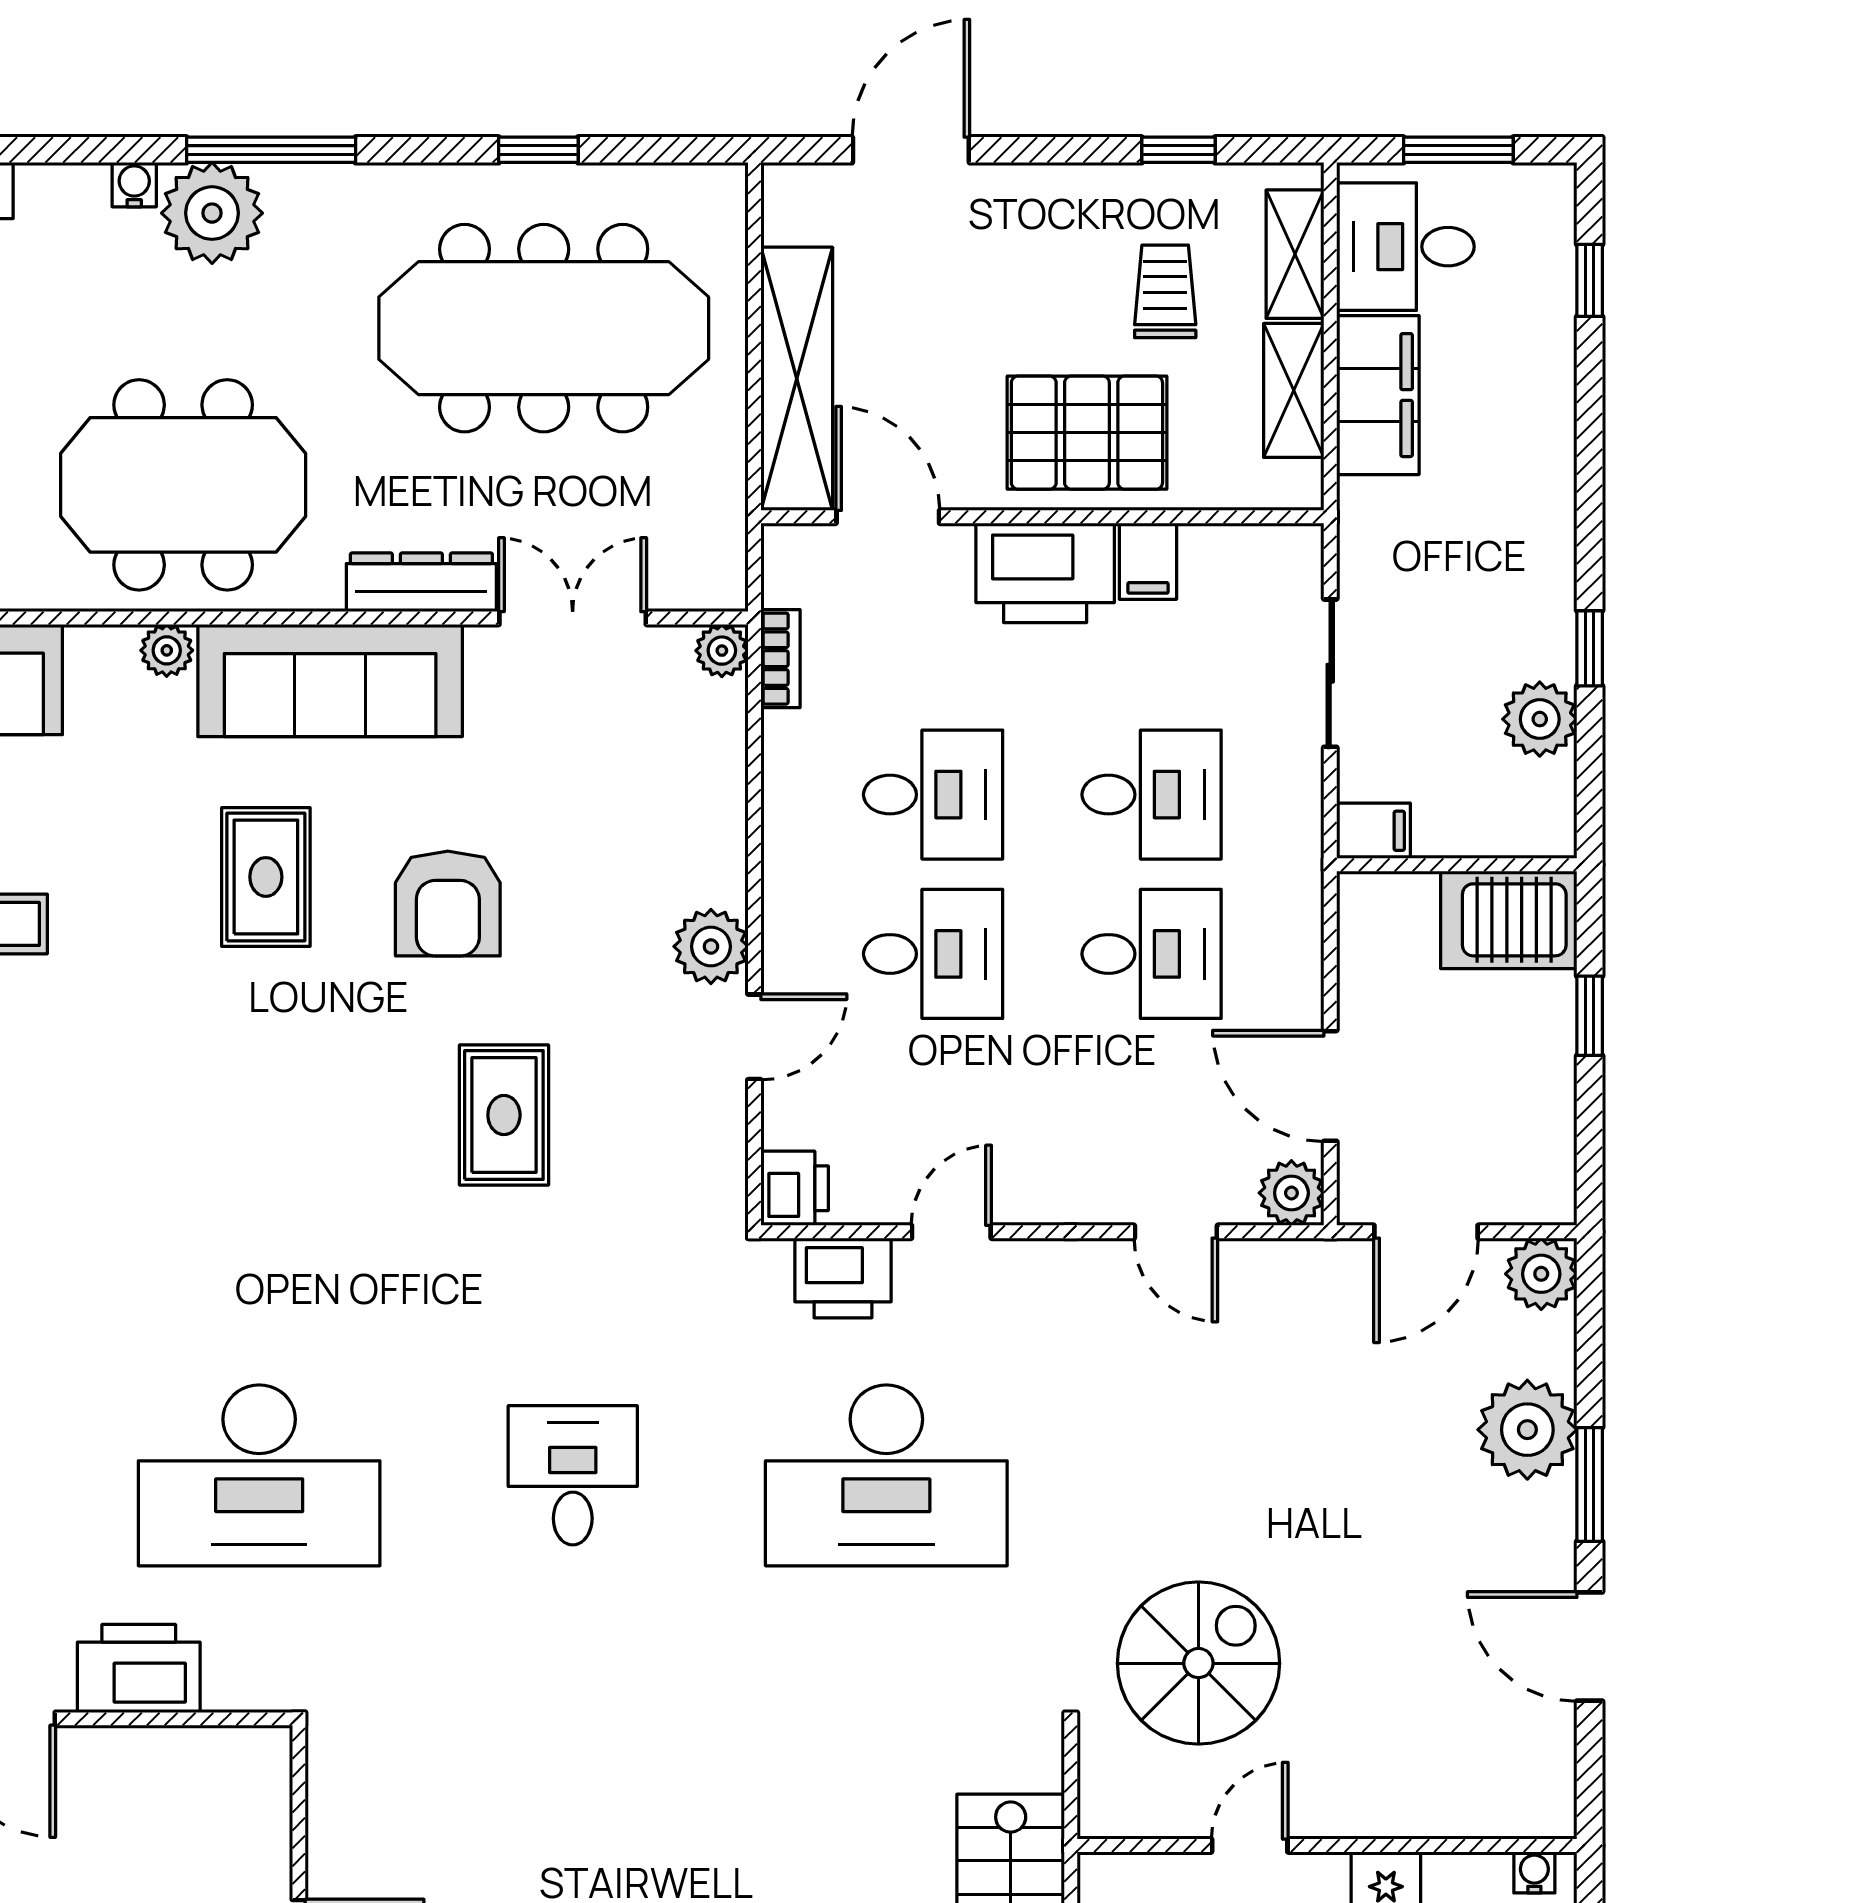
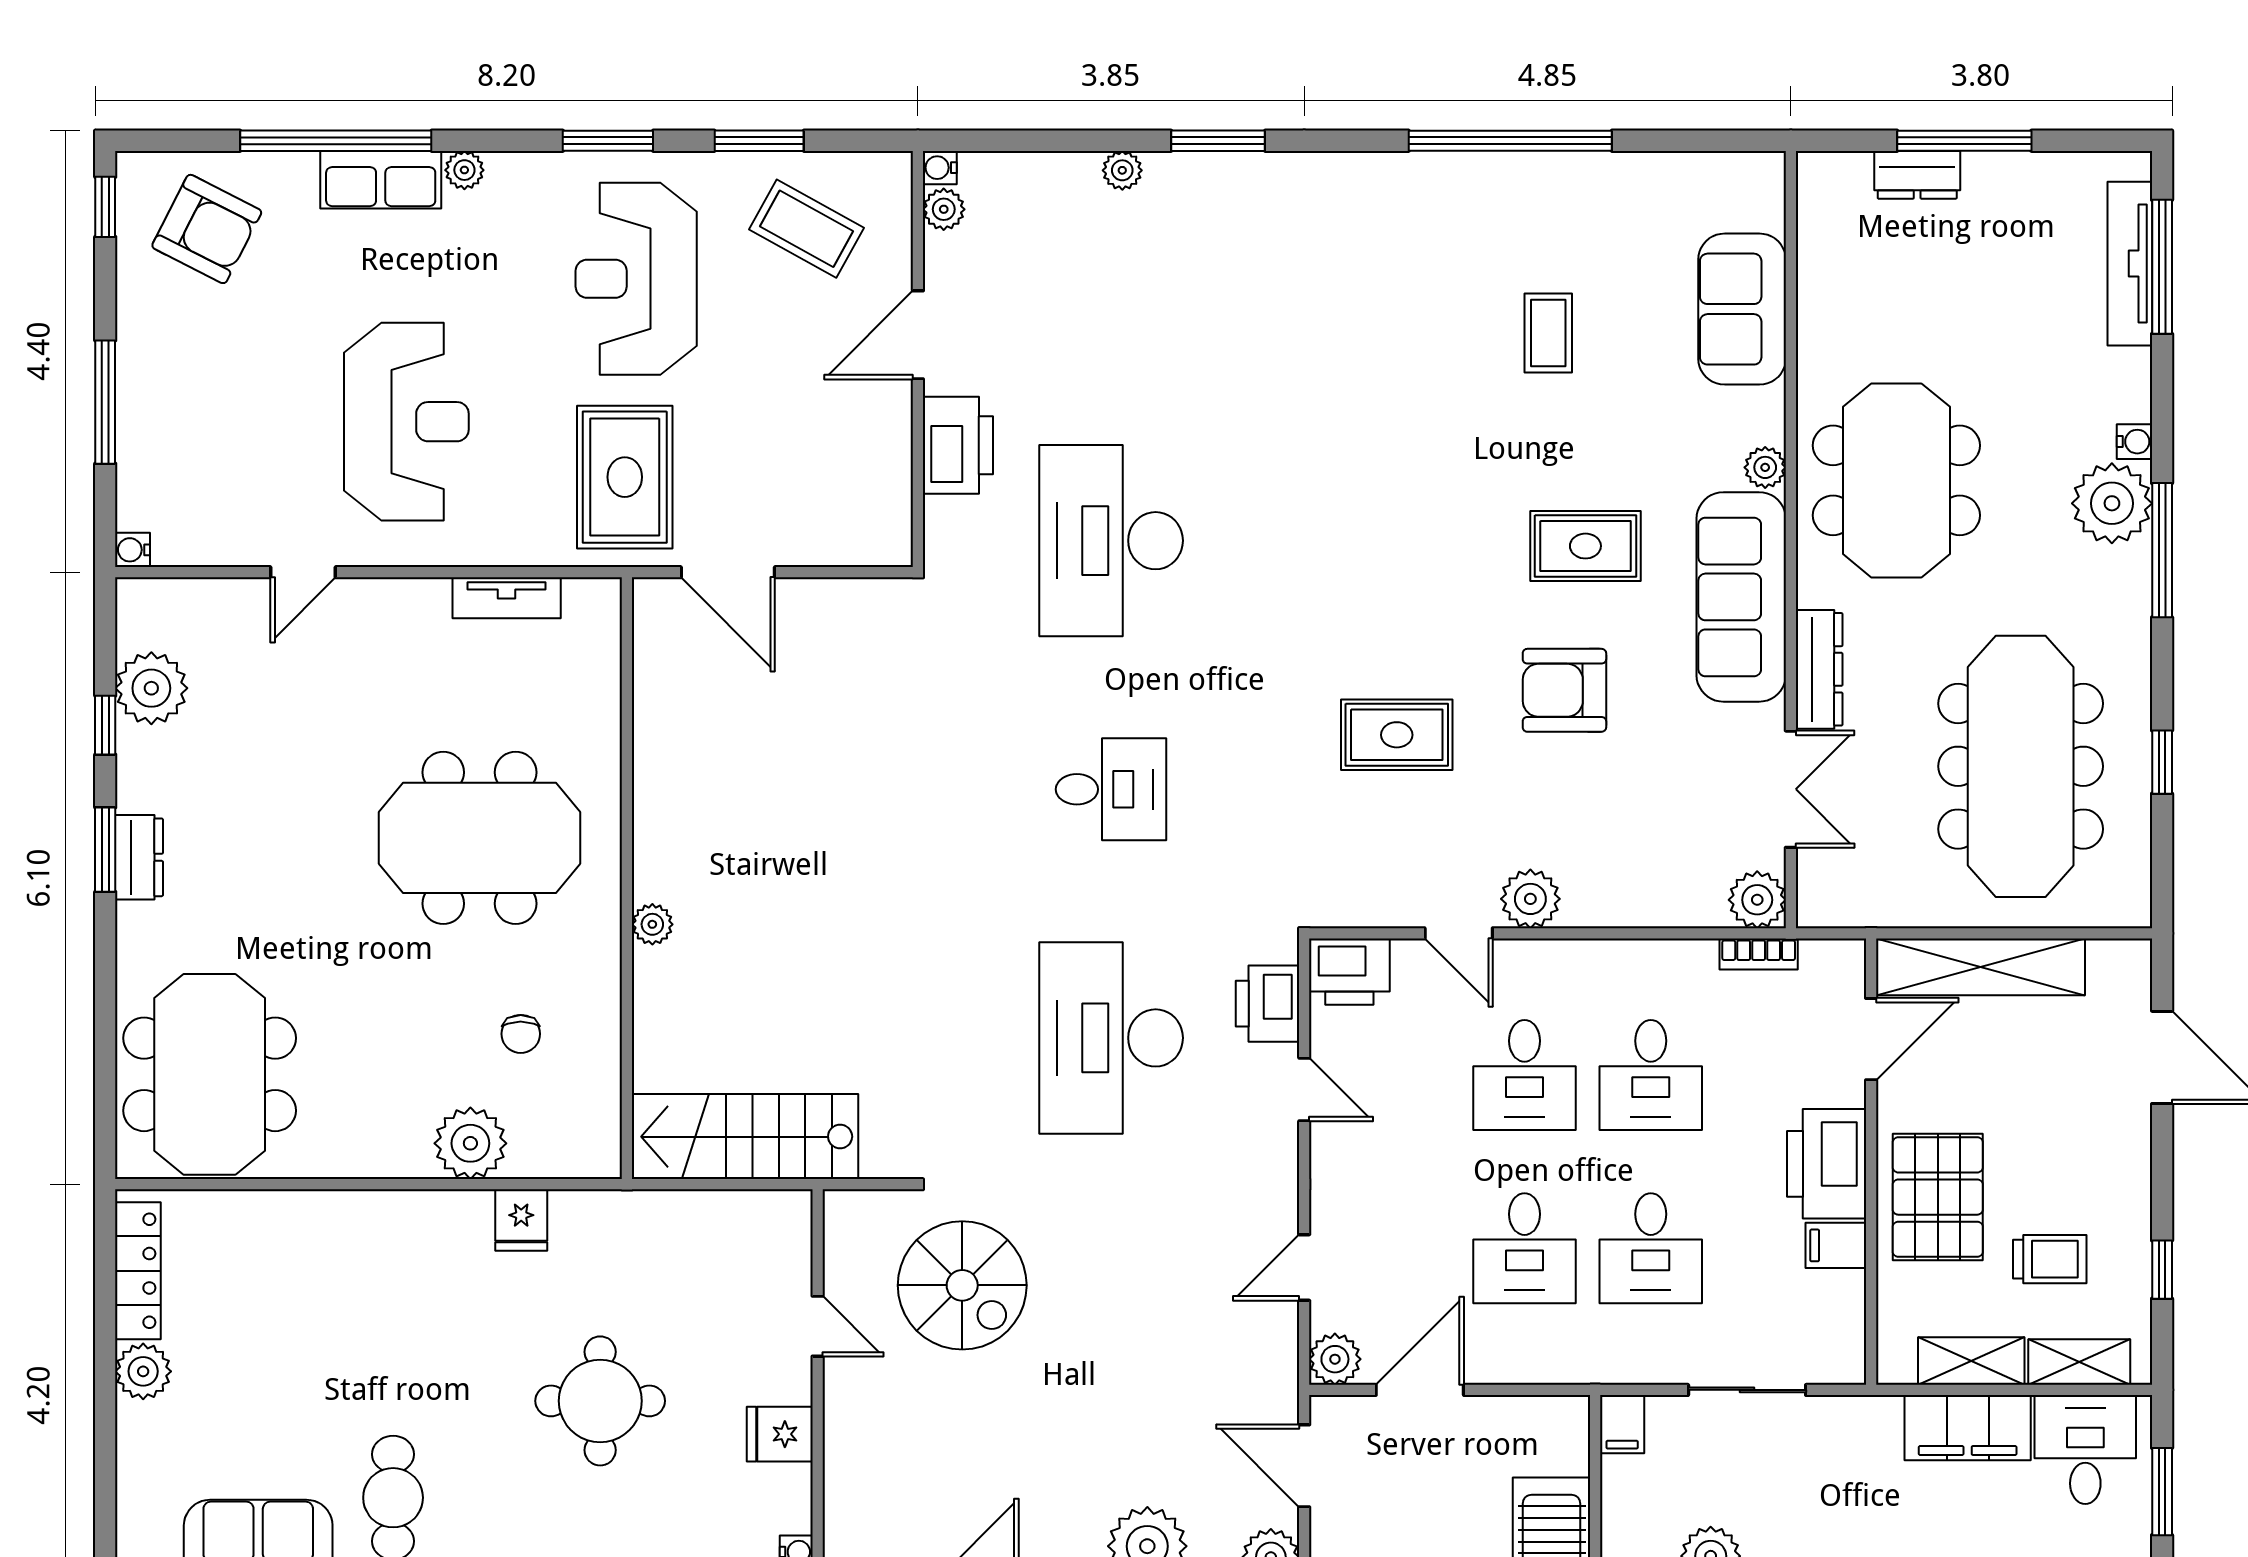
plant: (722, 651) -> (1757, 900), width x1.38, depth x1.38
printer: (795, 1188) -> (1349, 972), width x1.36, depth x1.24

